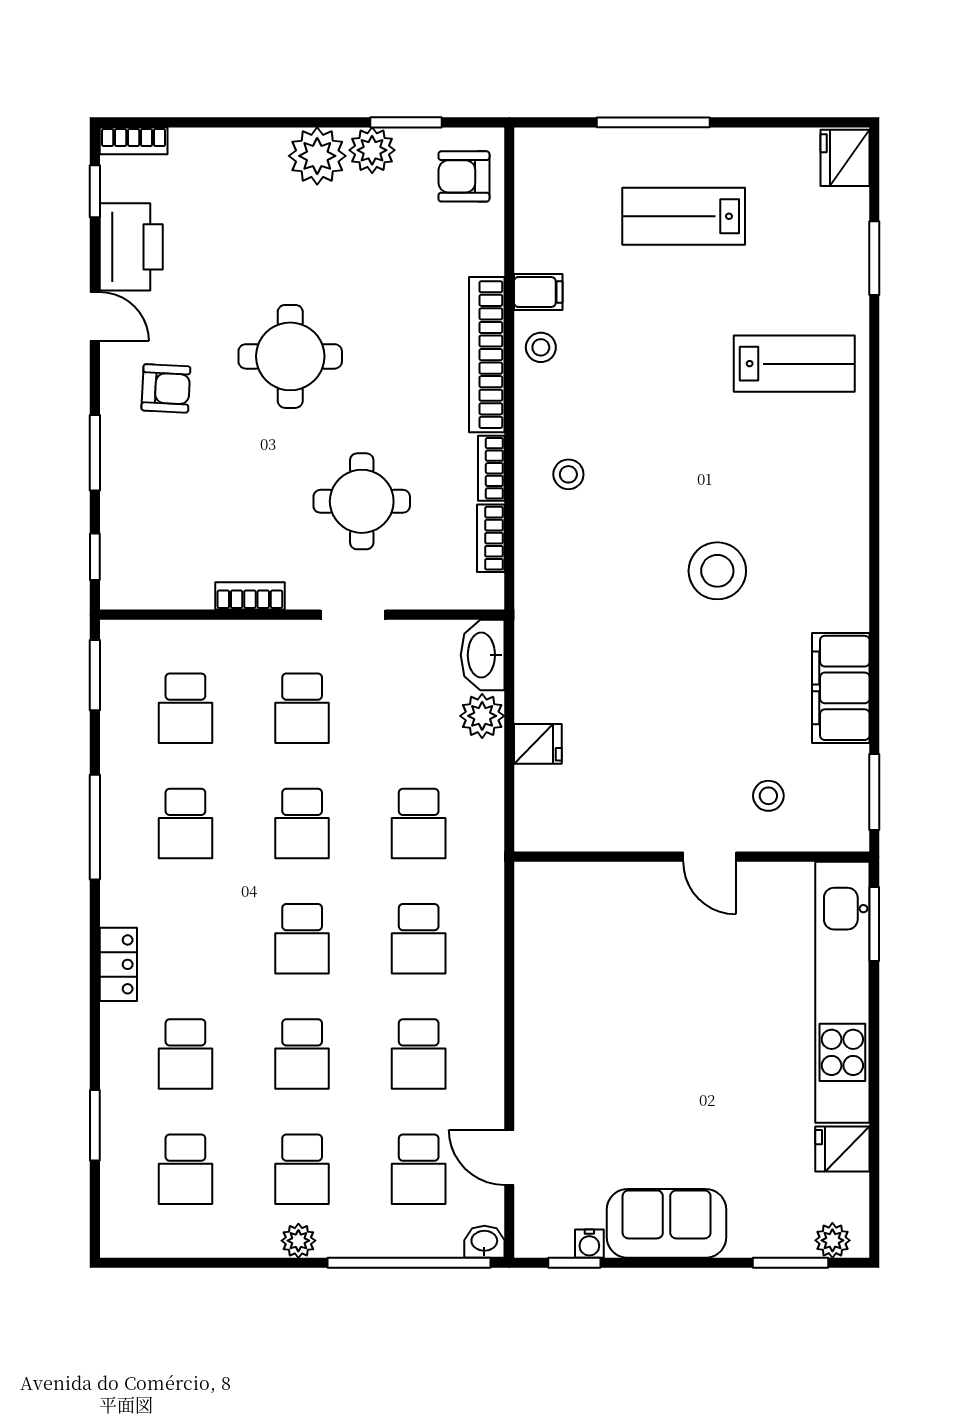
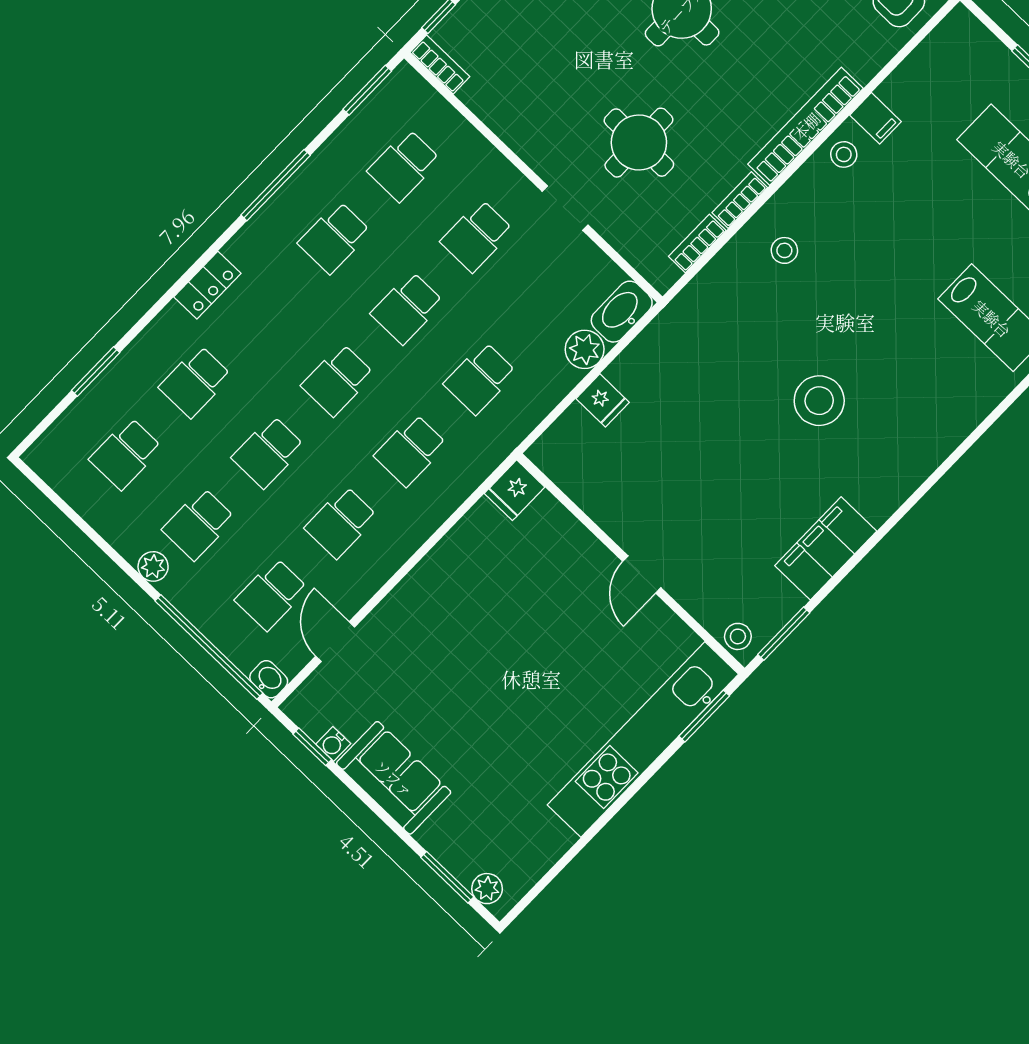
bookcase: (250, 596) -> (440, 64), moved
stool: (768, 796) -> (738, 636), moved
fridge: (842, 1149) -> (515, 490), moved, turned -90

